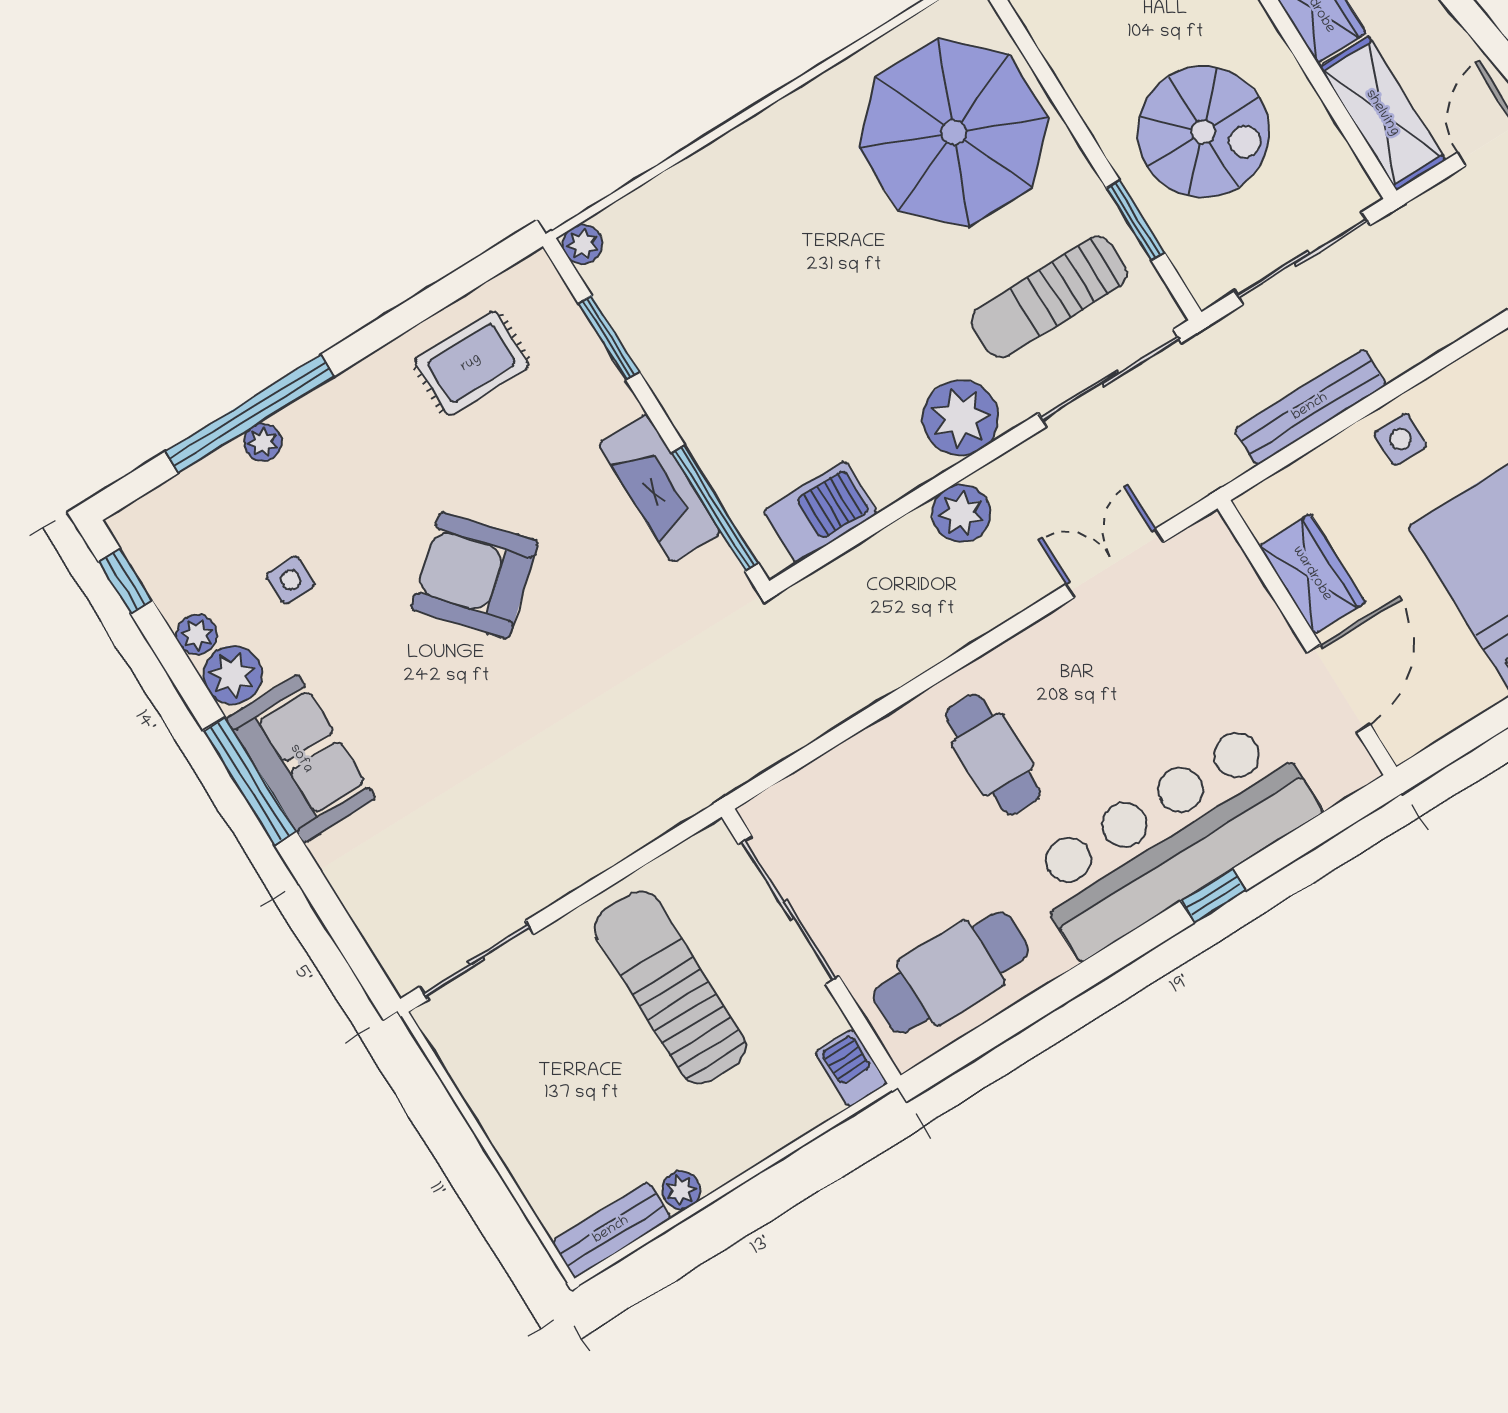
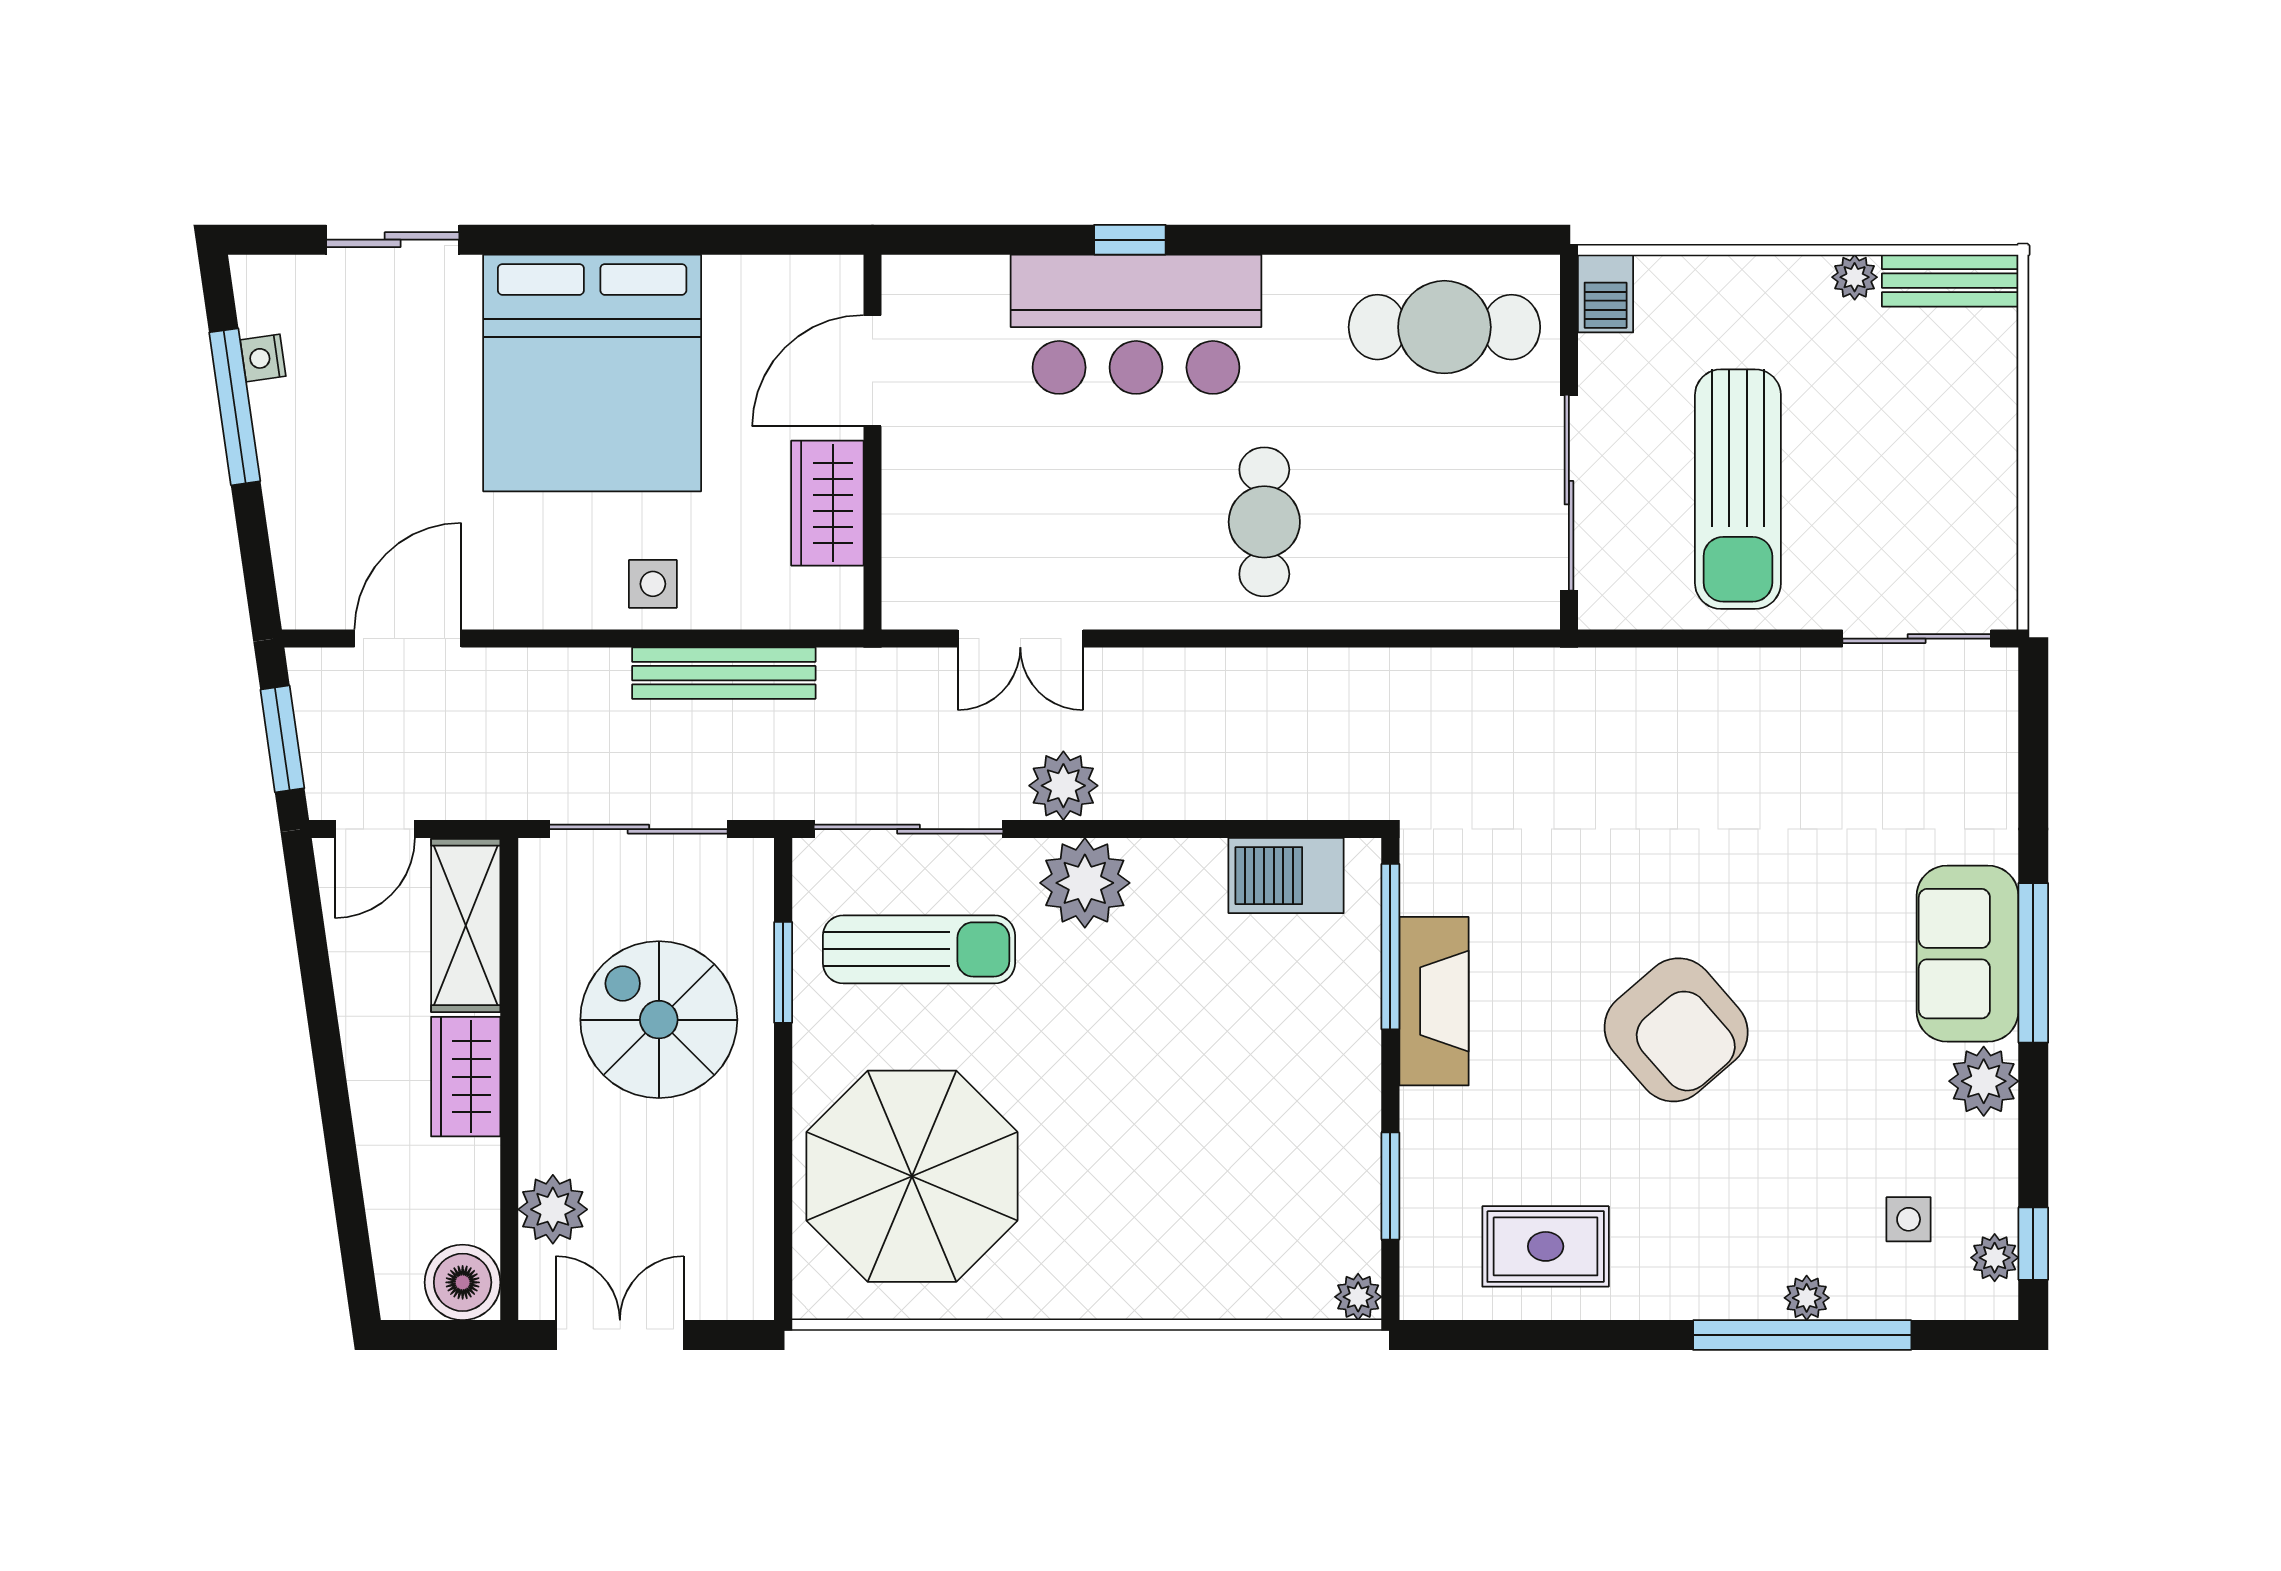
plant: (961, 513) -> (1063, 786), moved
side table: (291, 580) -> (1909, 1219), moved
plant: (197, 635) -> (1995, 1258), moved
bar counter: (1172, 838) -> (1136, 324), width x0.73

